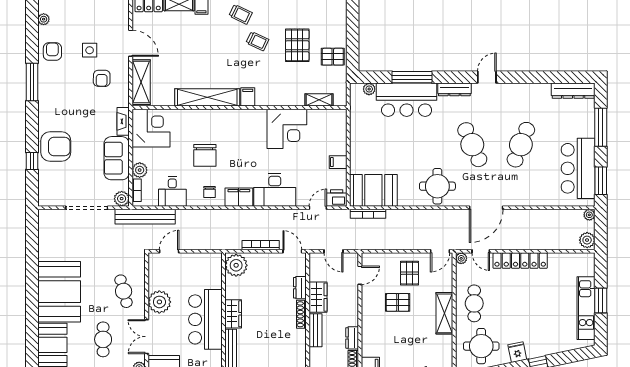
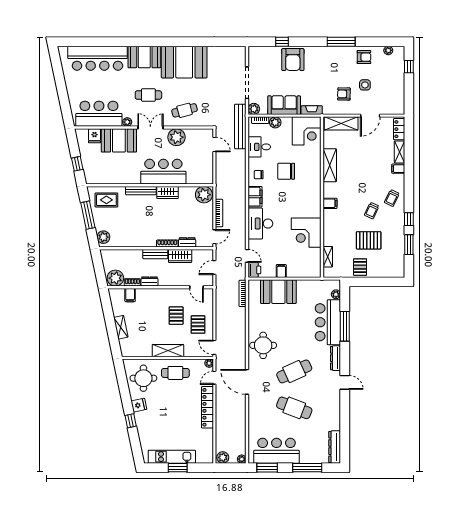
shelving: (207, 97) -> (330, 165), width x0.68
booth: (373, 190) -> (278, 292), moved, turned 90
pallet: (409, 273) -> (198, 324), turned 90

